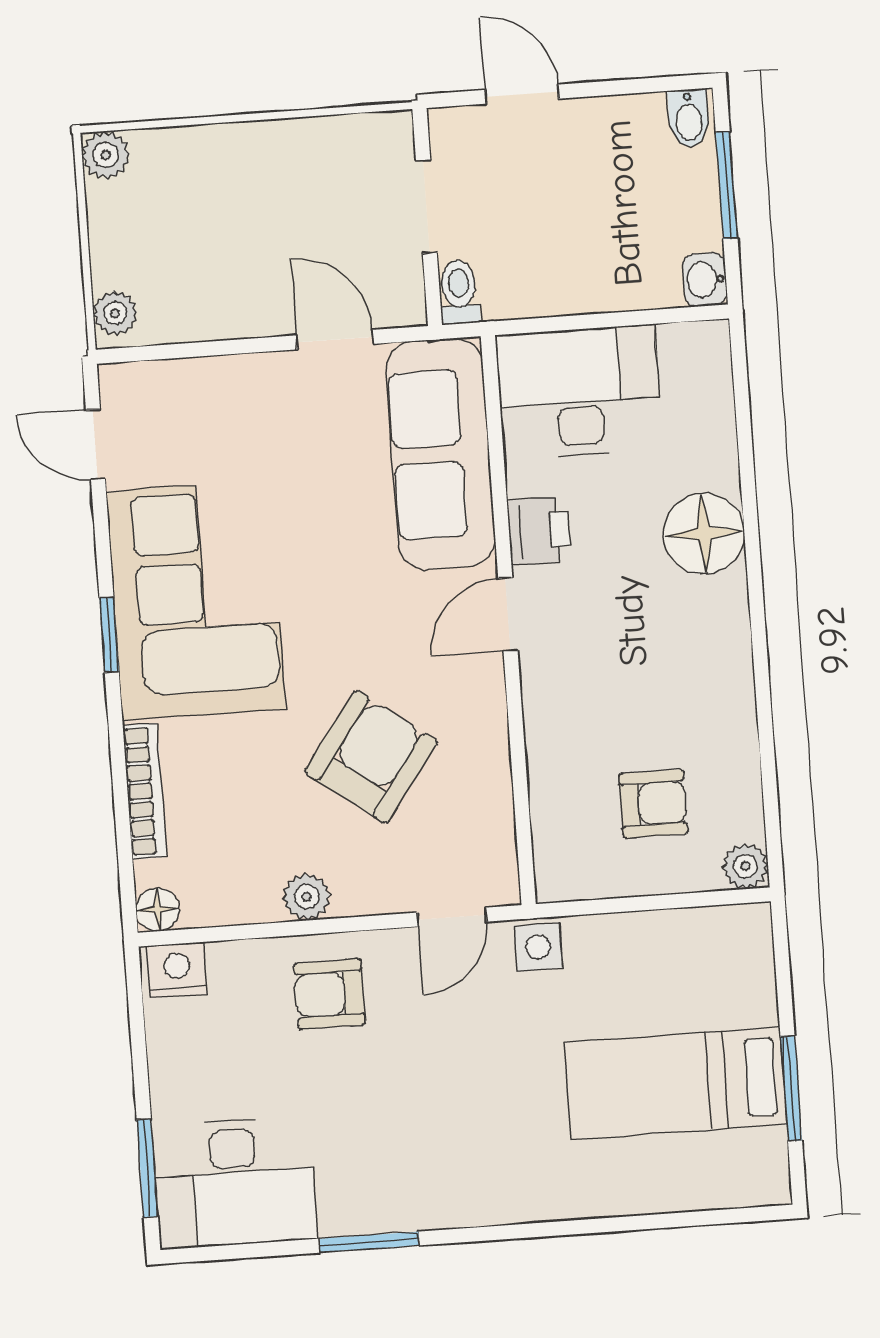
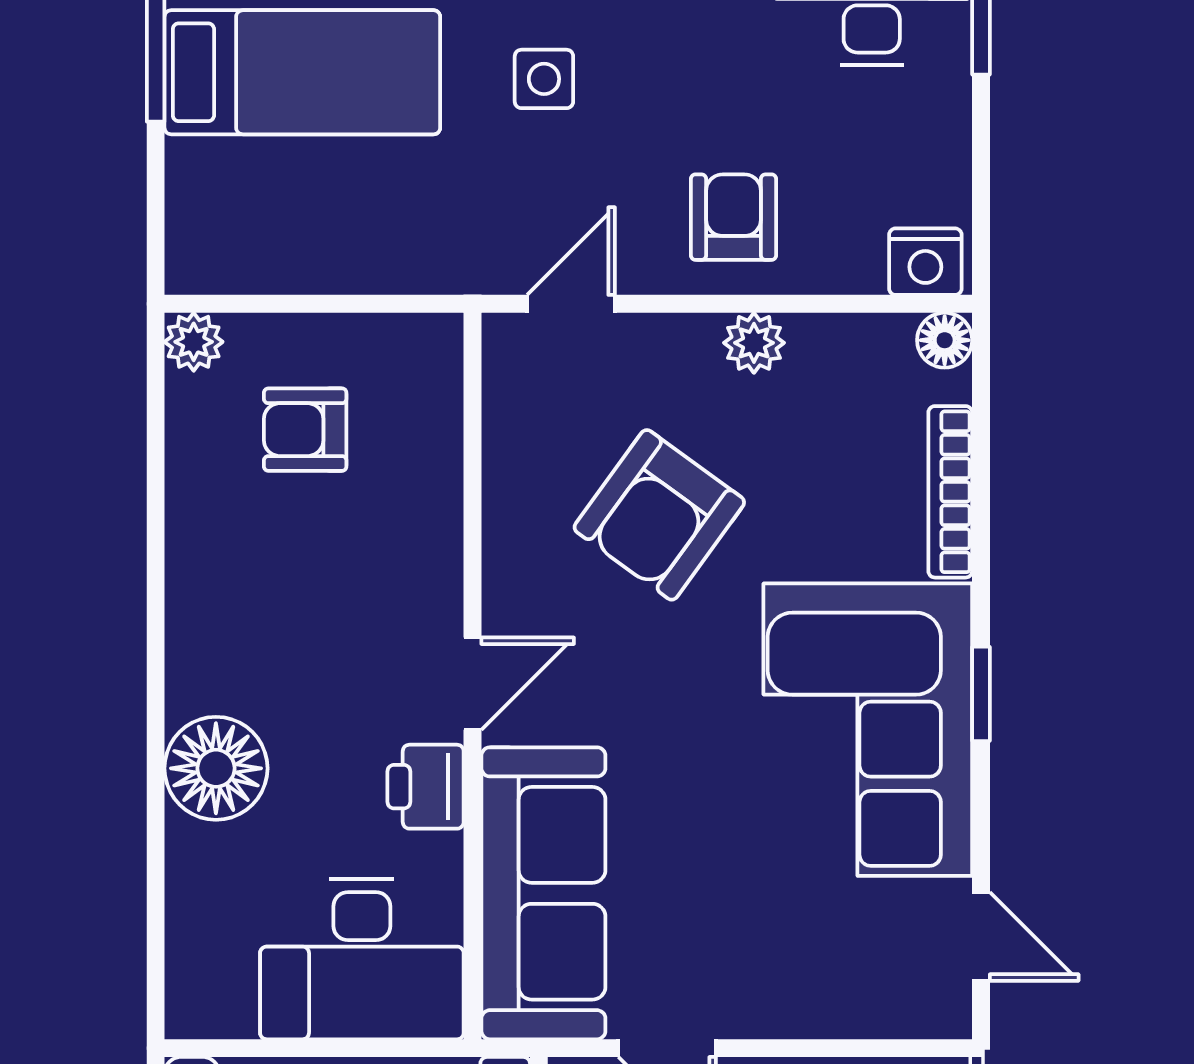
side table: (538, 947) -> (544, 79), moved
armchair: (330, 994) -> (734, 217), turned -90

